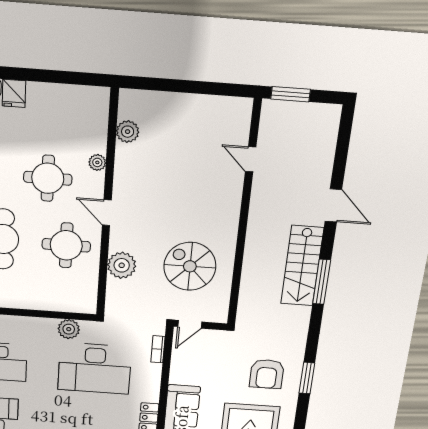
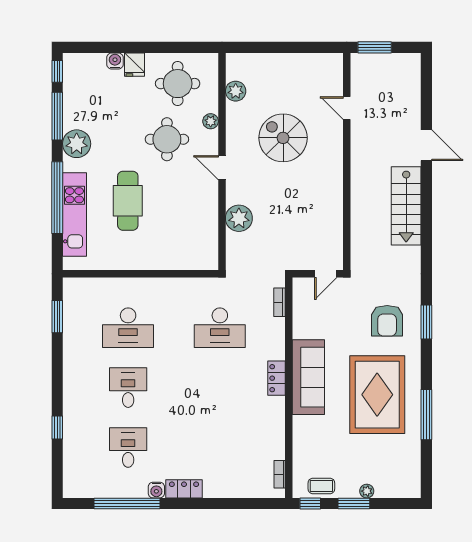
round table: (66, 245) -> (178, 84), moved
spiral stairs: (190, 266) -> (283, 138), moved
window: (322, 282) -> (426, 220), removed
door: (190, 324) -> (326, 274), moved
plant: (69, 329) -> (193, 288), removed
desk: (95, 368) -> (220, 328), width x0.73, depth x0.77

